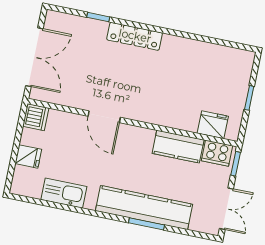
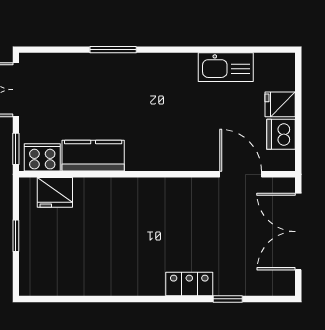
locker: (135, 36) -> (189, 284), width x0.66
dishwasher: (36, 117) -> (281, 134), moved
door: (104, 117) -> (241, 174), moved
kitchen counter: (144, 208) -> (120, 70), removed

